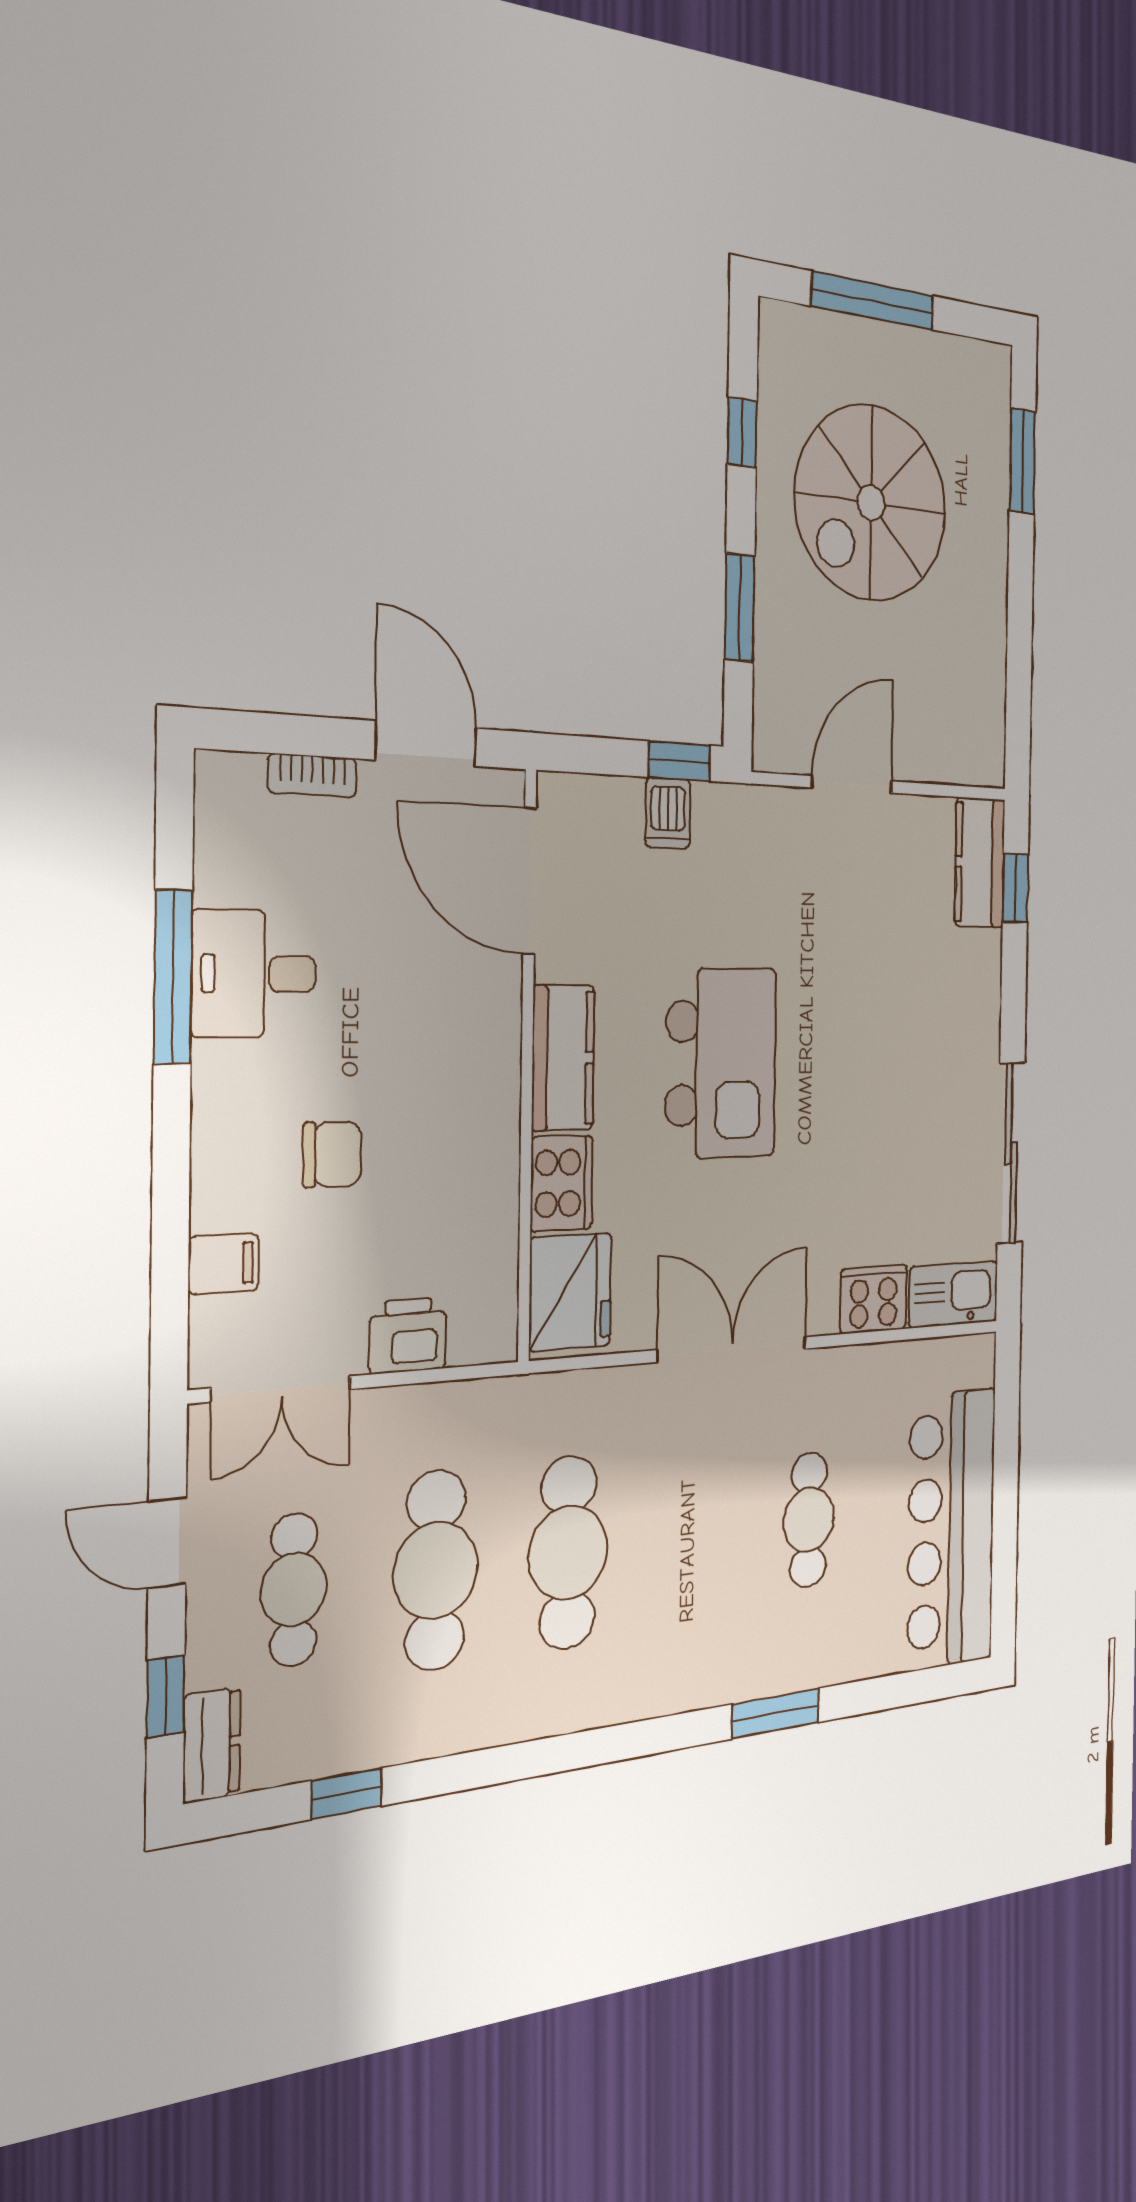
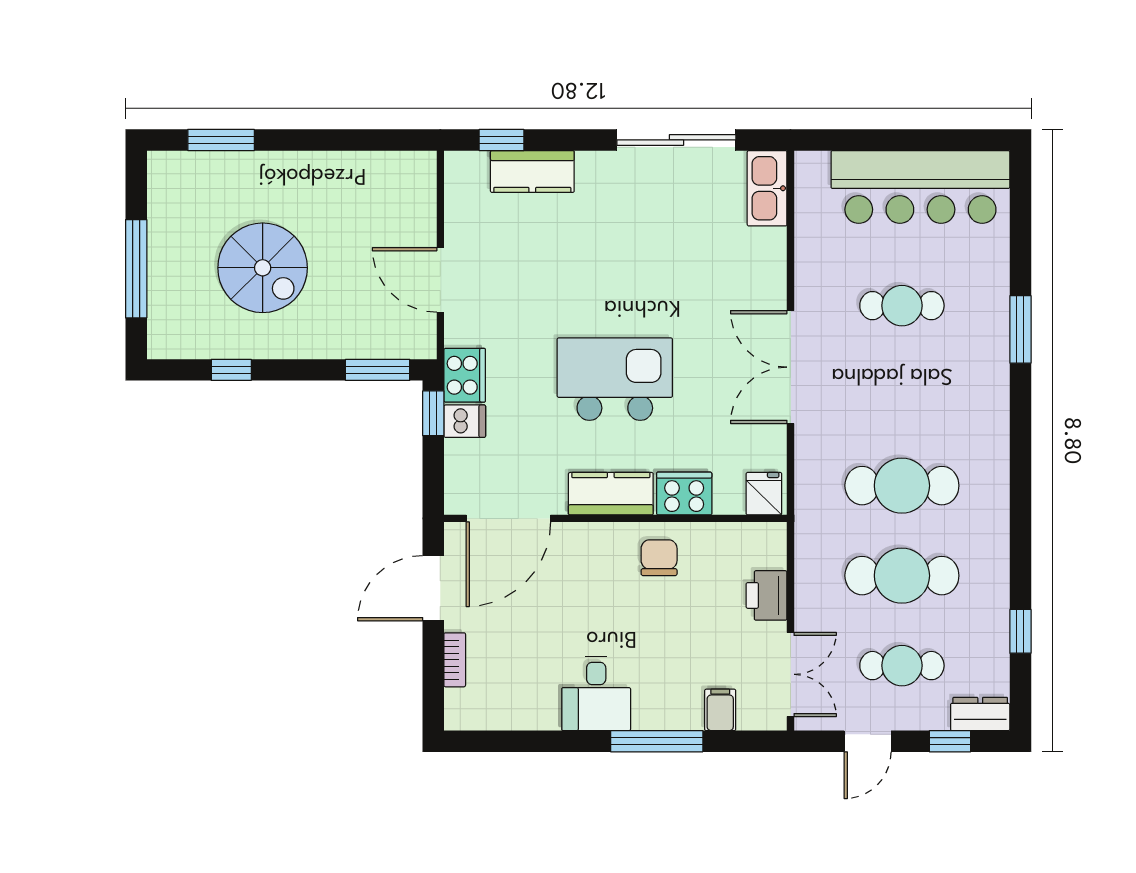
spiral stairs: (871, 503) -> (263, 268), width x0.73, depth x0.73
window: (740, 608) -> (378, 370), moved
kitchen counter: (980, 863) -> (532, 172), moved
desk: (254, 974) -> (596, 694), moved
window: (173, 977) -> (657, 741), moved
chair: (332, 1154) -> (659, 558), moved
fridge: (570, 1292) -> (764, 494), width x0.53, depth x0.75
cooker: (874, 1299) -> (465, 375), moved, turned 180

